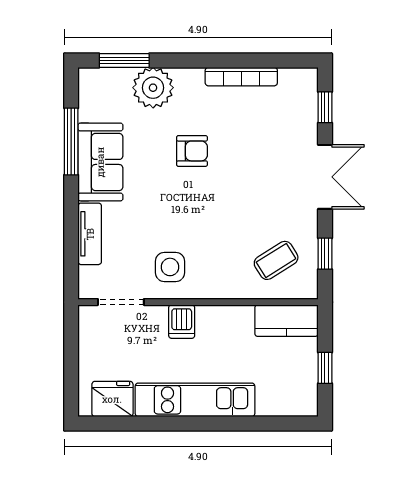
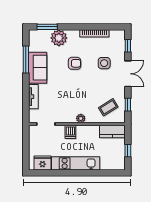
side table: (170, 267) -> (104, 63), moved
plant: (208, 288) -> (81, 118), added

